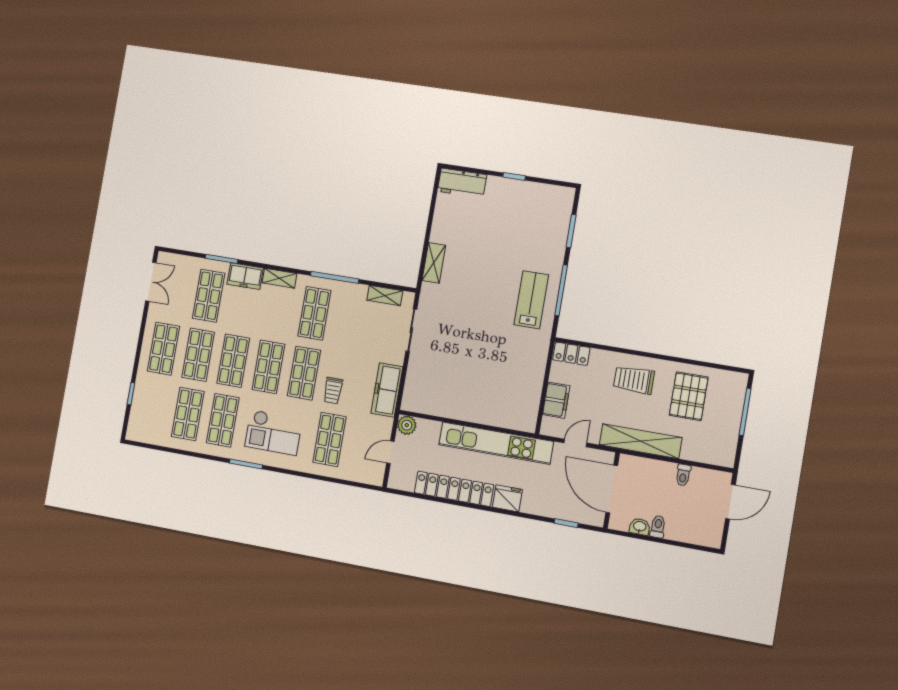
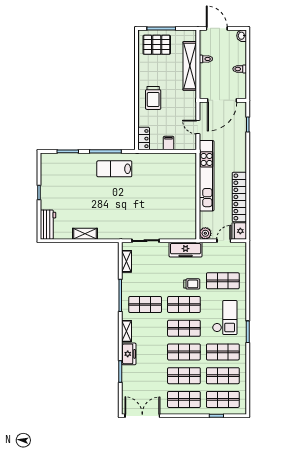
shelving: (434, 263) -> (85, 234), moved
double door: (151, 282) -> (142, 416), width x1.37
shop shelf: (209, 296) -> (223, 399), moved
pallet: (689, 396) -> (157, 45), moved
filing cabinet: (556, 400) -> (169, 143), width x0.50
shelving: (641, 441) -> (190, 66), moved
door: (390, 452) -> (224, 241), swing flipped
fridge: (507, 498) -> (239, 231), moved
washbasin: (640, 527) -> (242, 36), moved

